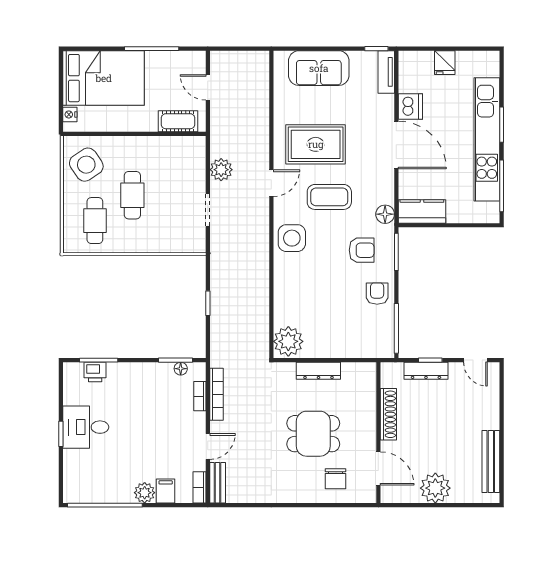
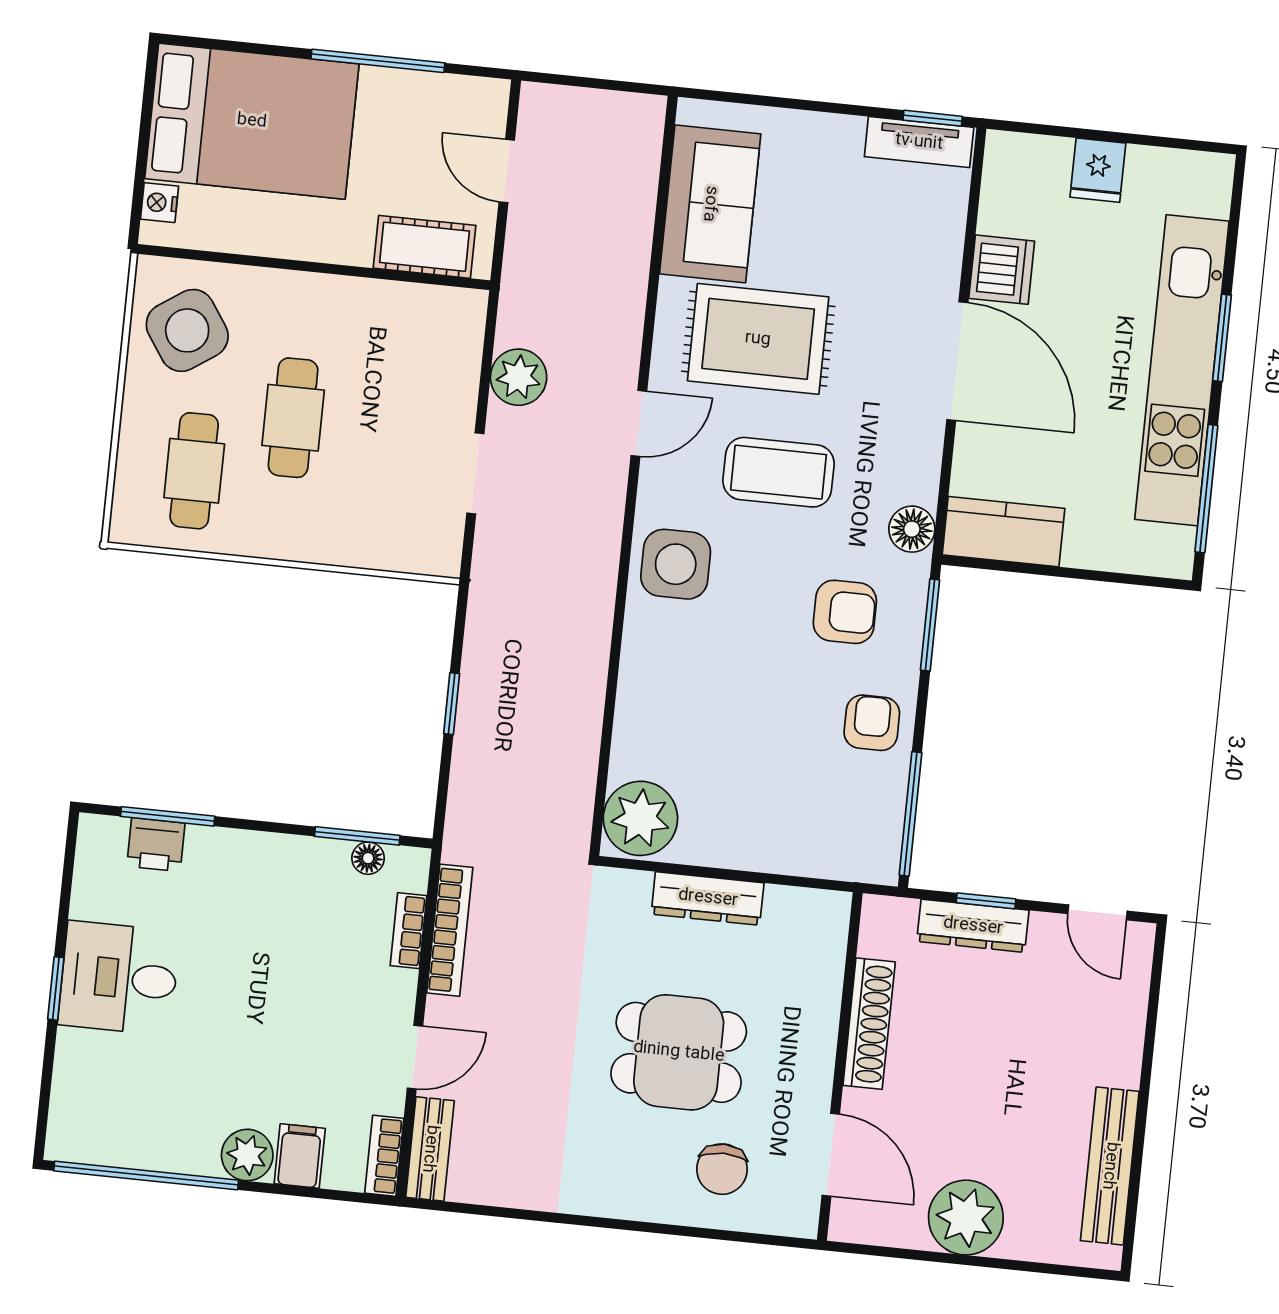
sofa: (319, 68) -> (710, 204), moved, turned -90
tv unit: (386, 72) -> (919, 142), moved, turned -90

